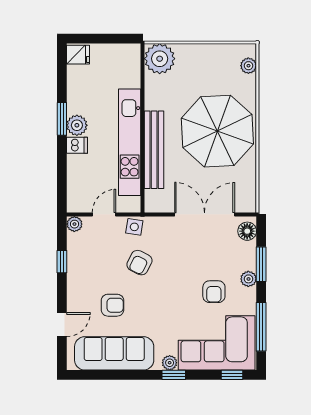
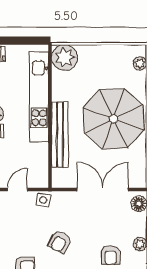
kitchen unit: (130, 142) -> (39, 97), moved
armchair: (139, 263) -> (60, 242), moved

